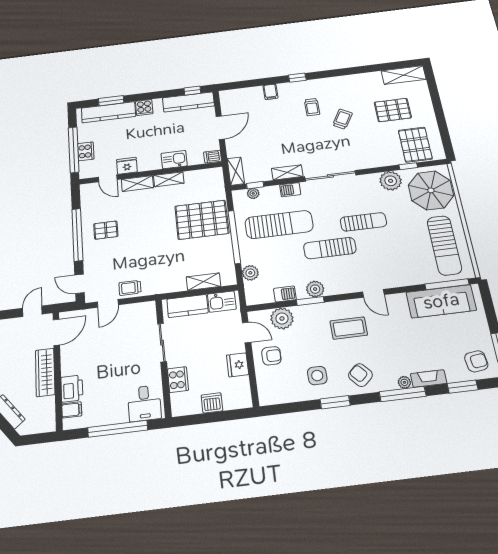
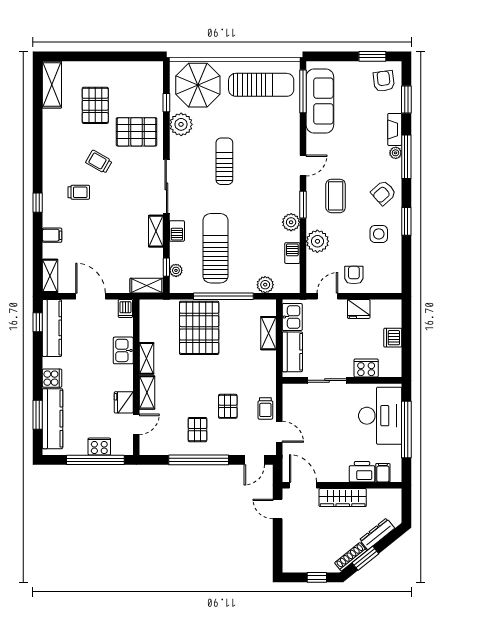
shelving: (234, 95) -> (50, 276), added
pallet: (415, 145) -> (137, 132), moved
sun lounger: (330, 248) -> (249, 200), removed
pallet: (130, 254) -> (228, 406), added
window: (310, 301) -> (303, 205), moved
plant: (282, 318) -> (317, 241), moved
desk: (144, 403) -> (380, 416), width x1.87, depth x1.30

